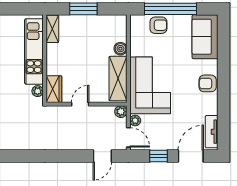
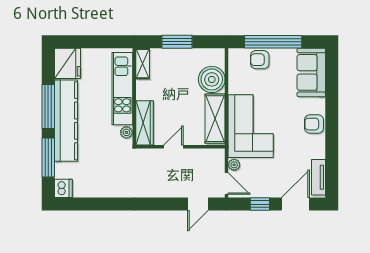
armchair: (158, 25) -> (260, 60), turned 180
boiler: (120, 49) -> (212, 79), width x1.86, depth x1.86
wardrobe: (54, 89) -> (144, 123), width x1.50
plant: (121, 112) -> (218, 155), removed

